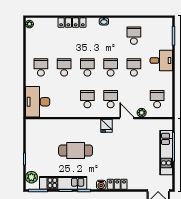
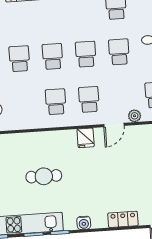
door: (127, 118) -> (114, 125), swing flipped
cafe table: (76, 150) -> (44, 176), width x0.73, depth x0.74
locker: (117, 184) -> (123, 219), moved

